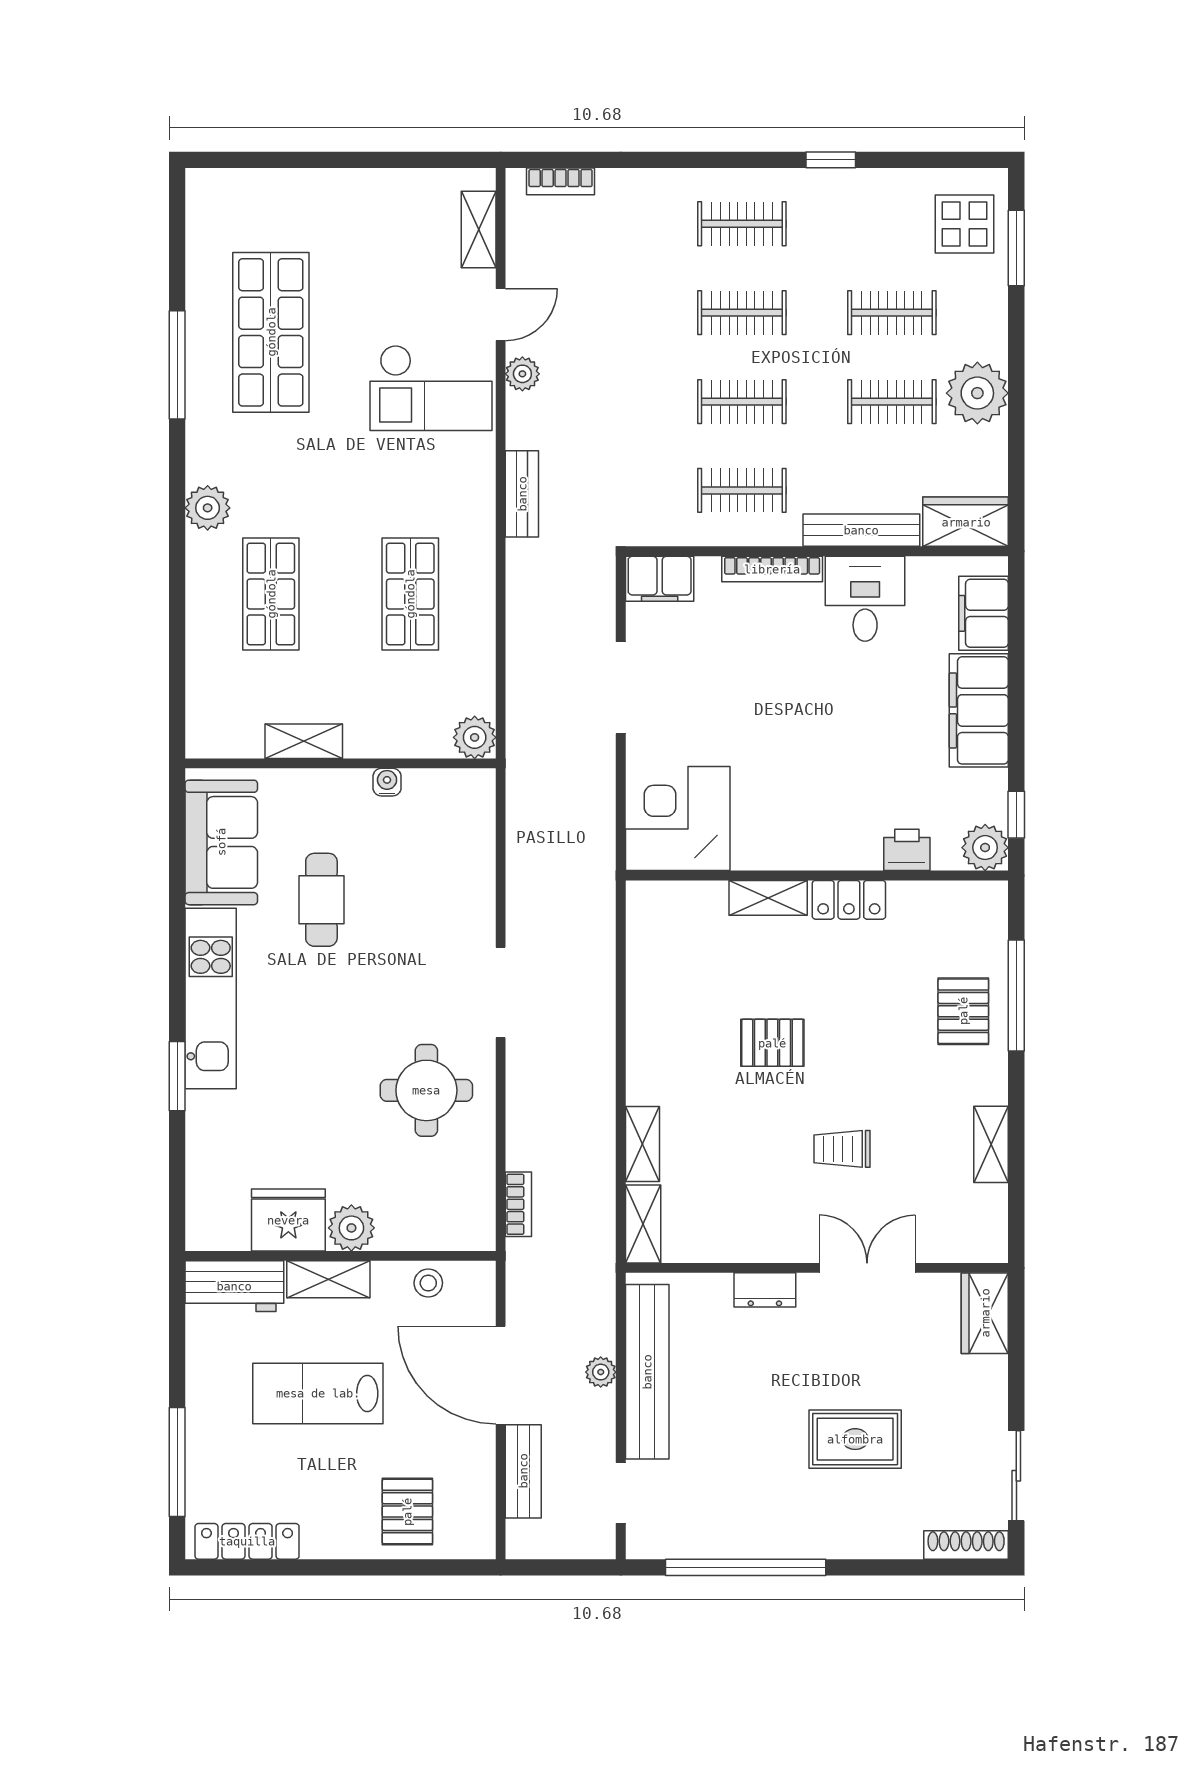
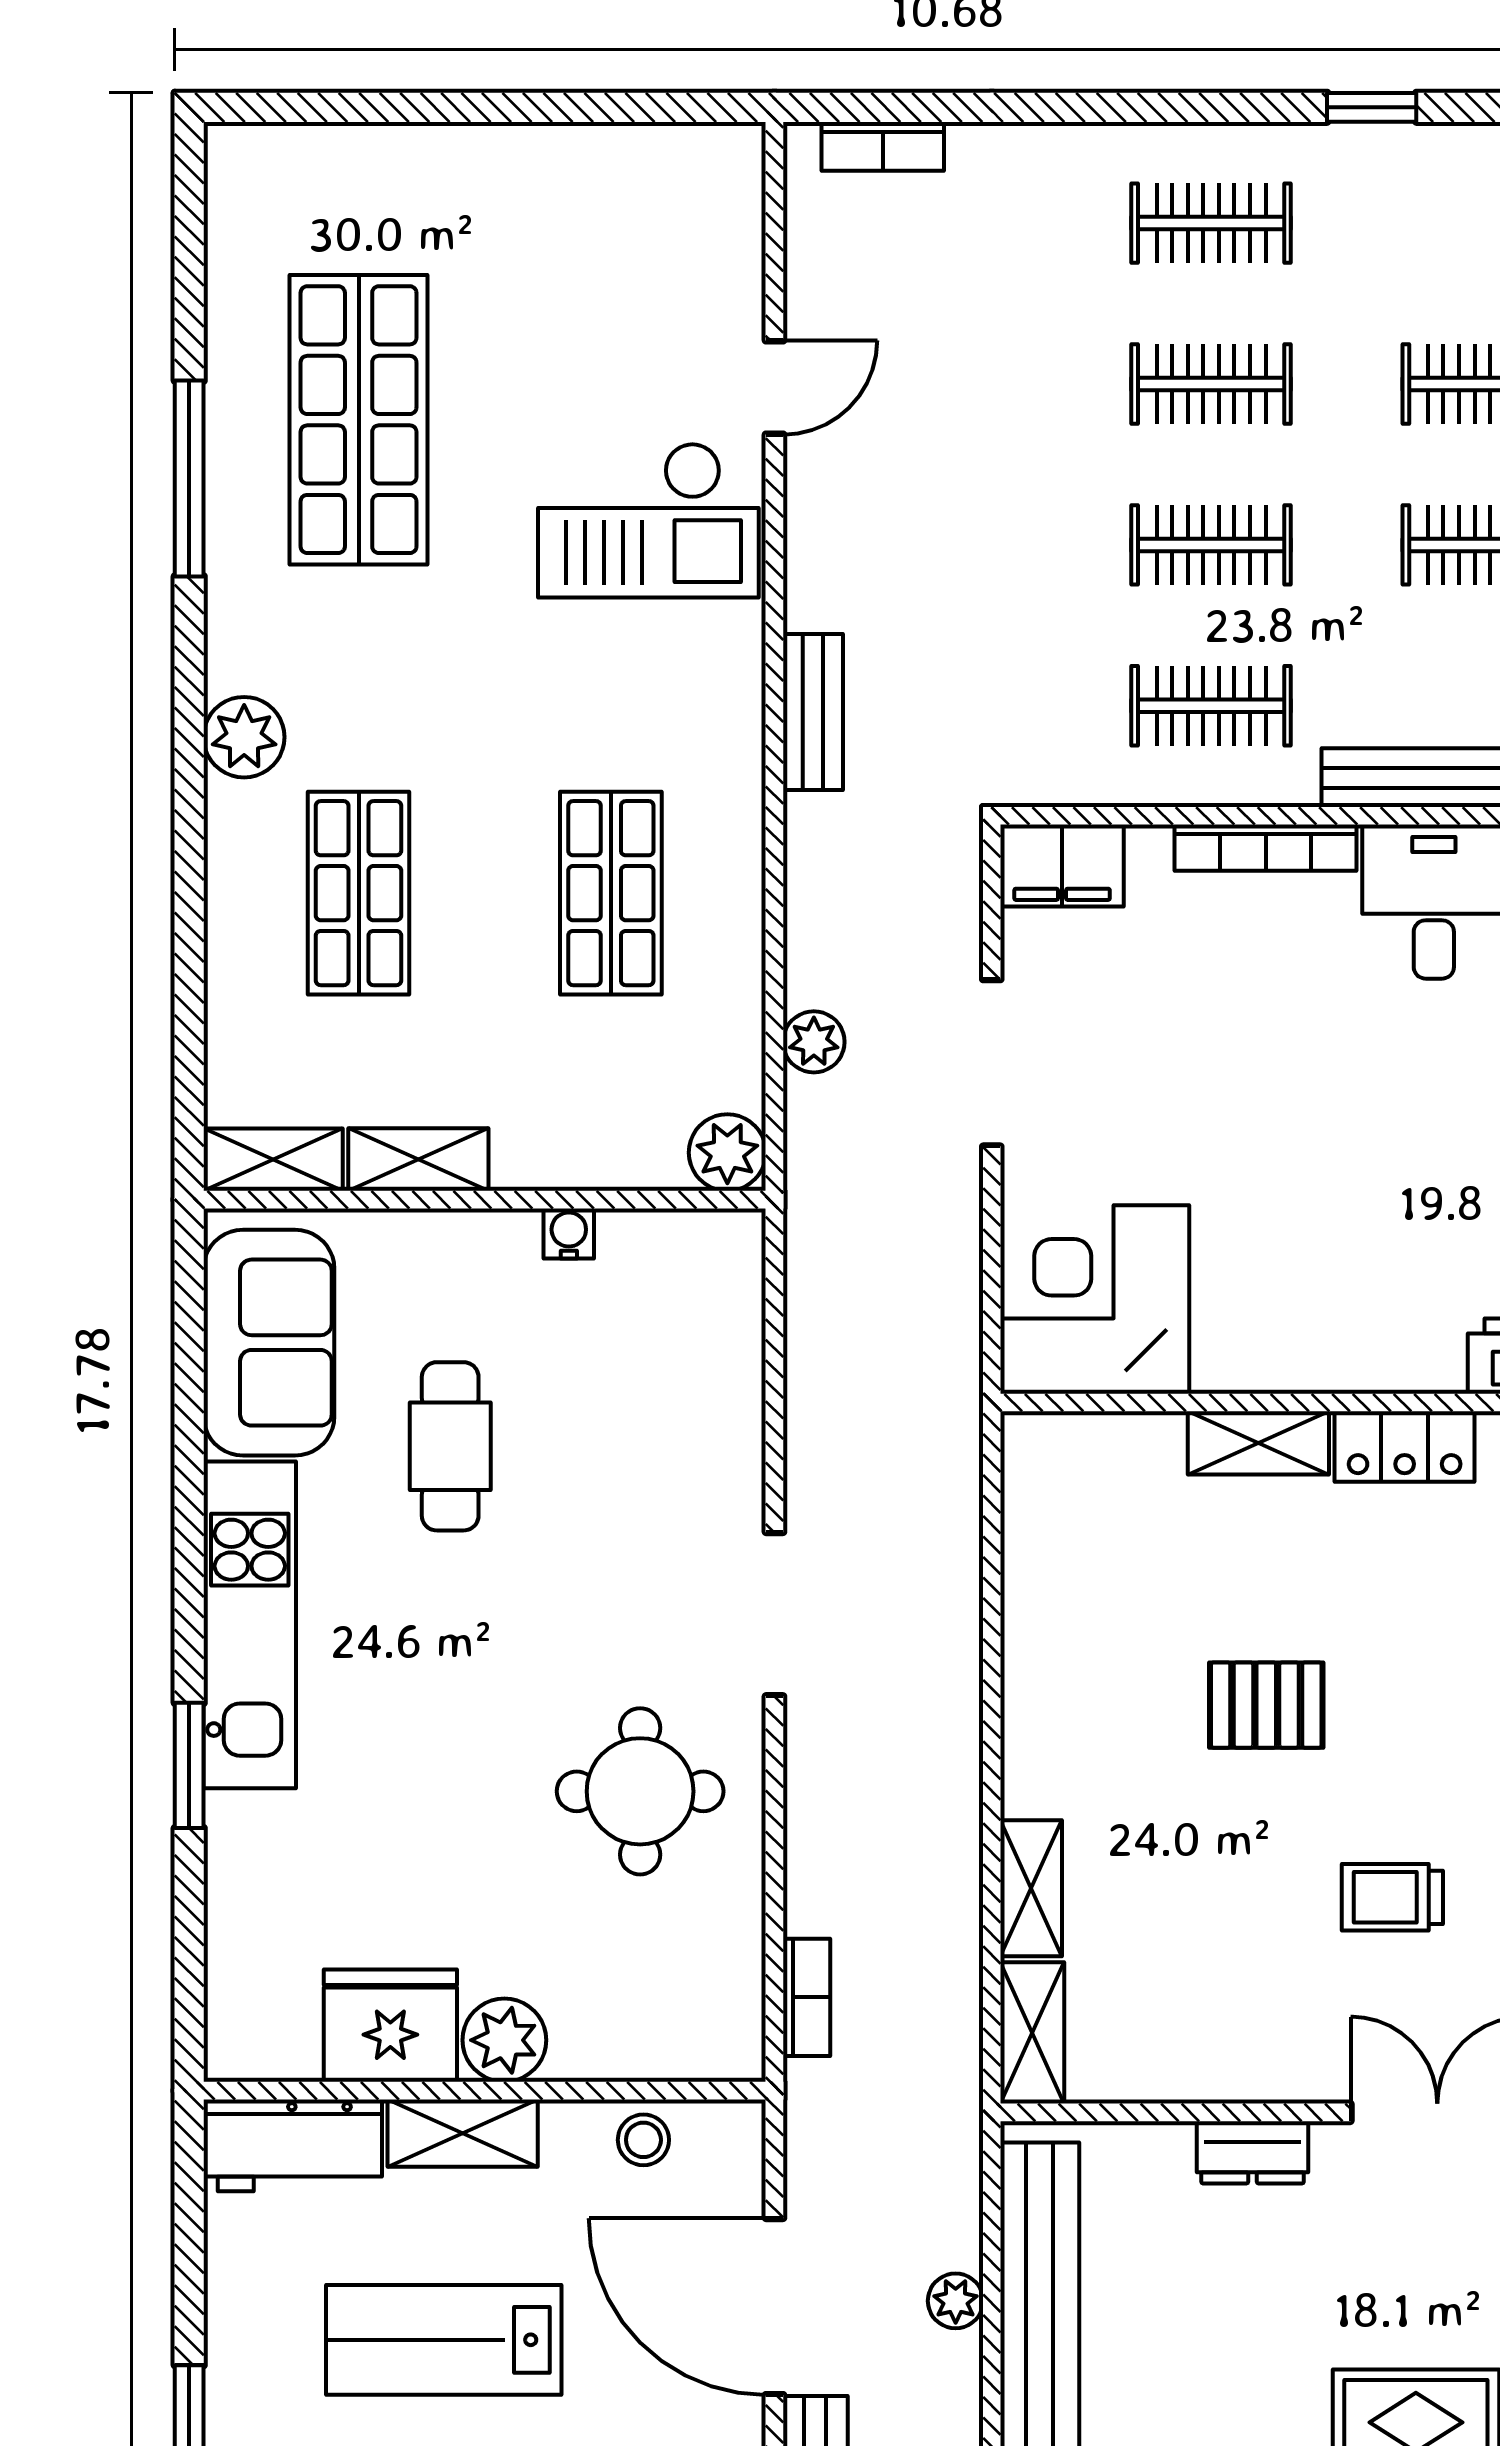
shelving: (479, 229) -> (273, 1160), moved, turned 90
plant: (522, 374) -> (814, 1042), moved

